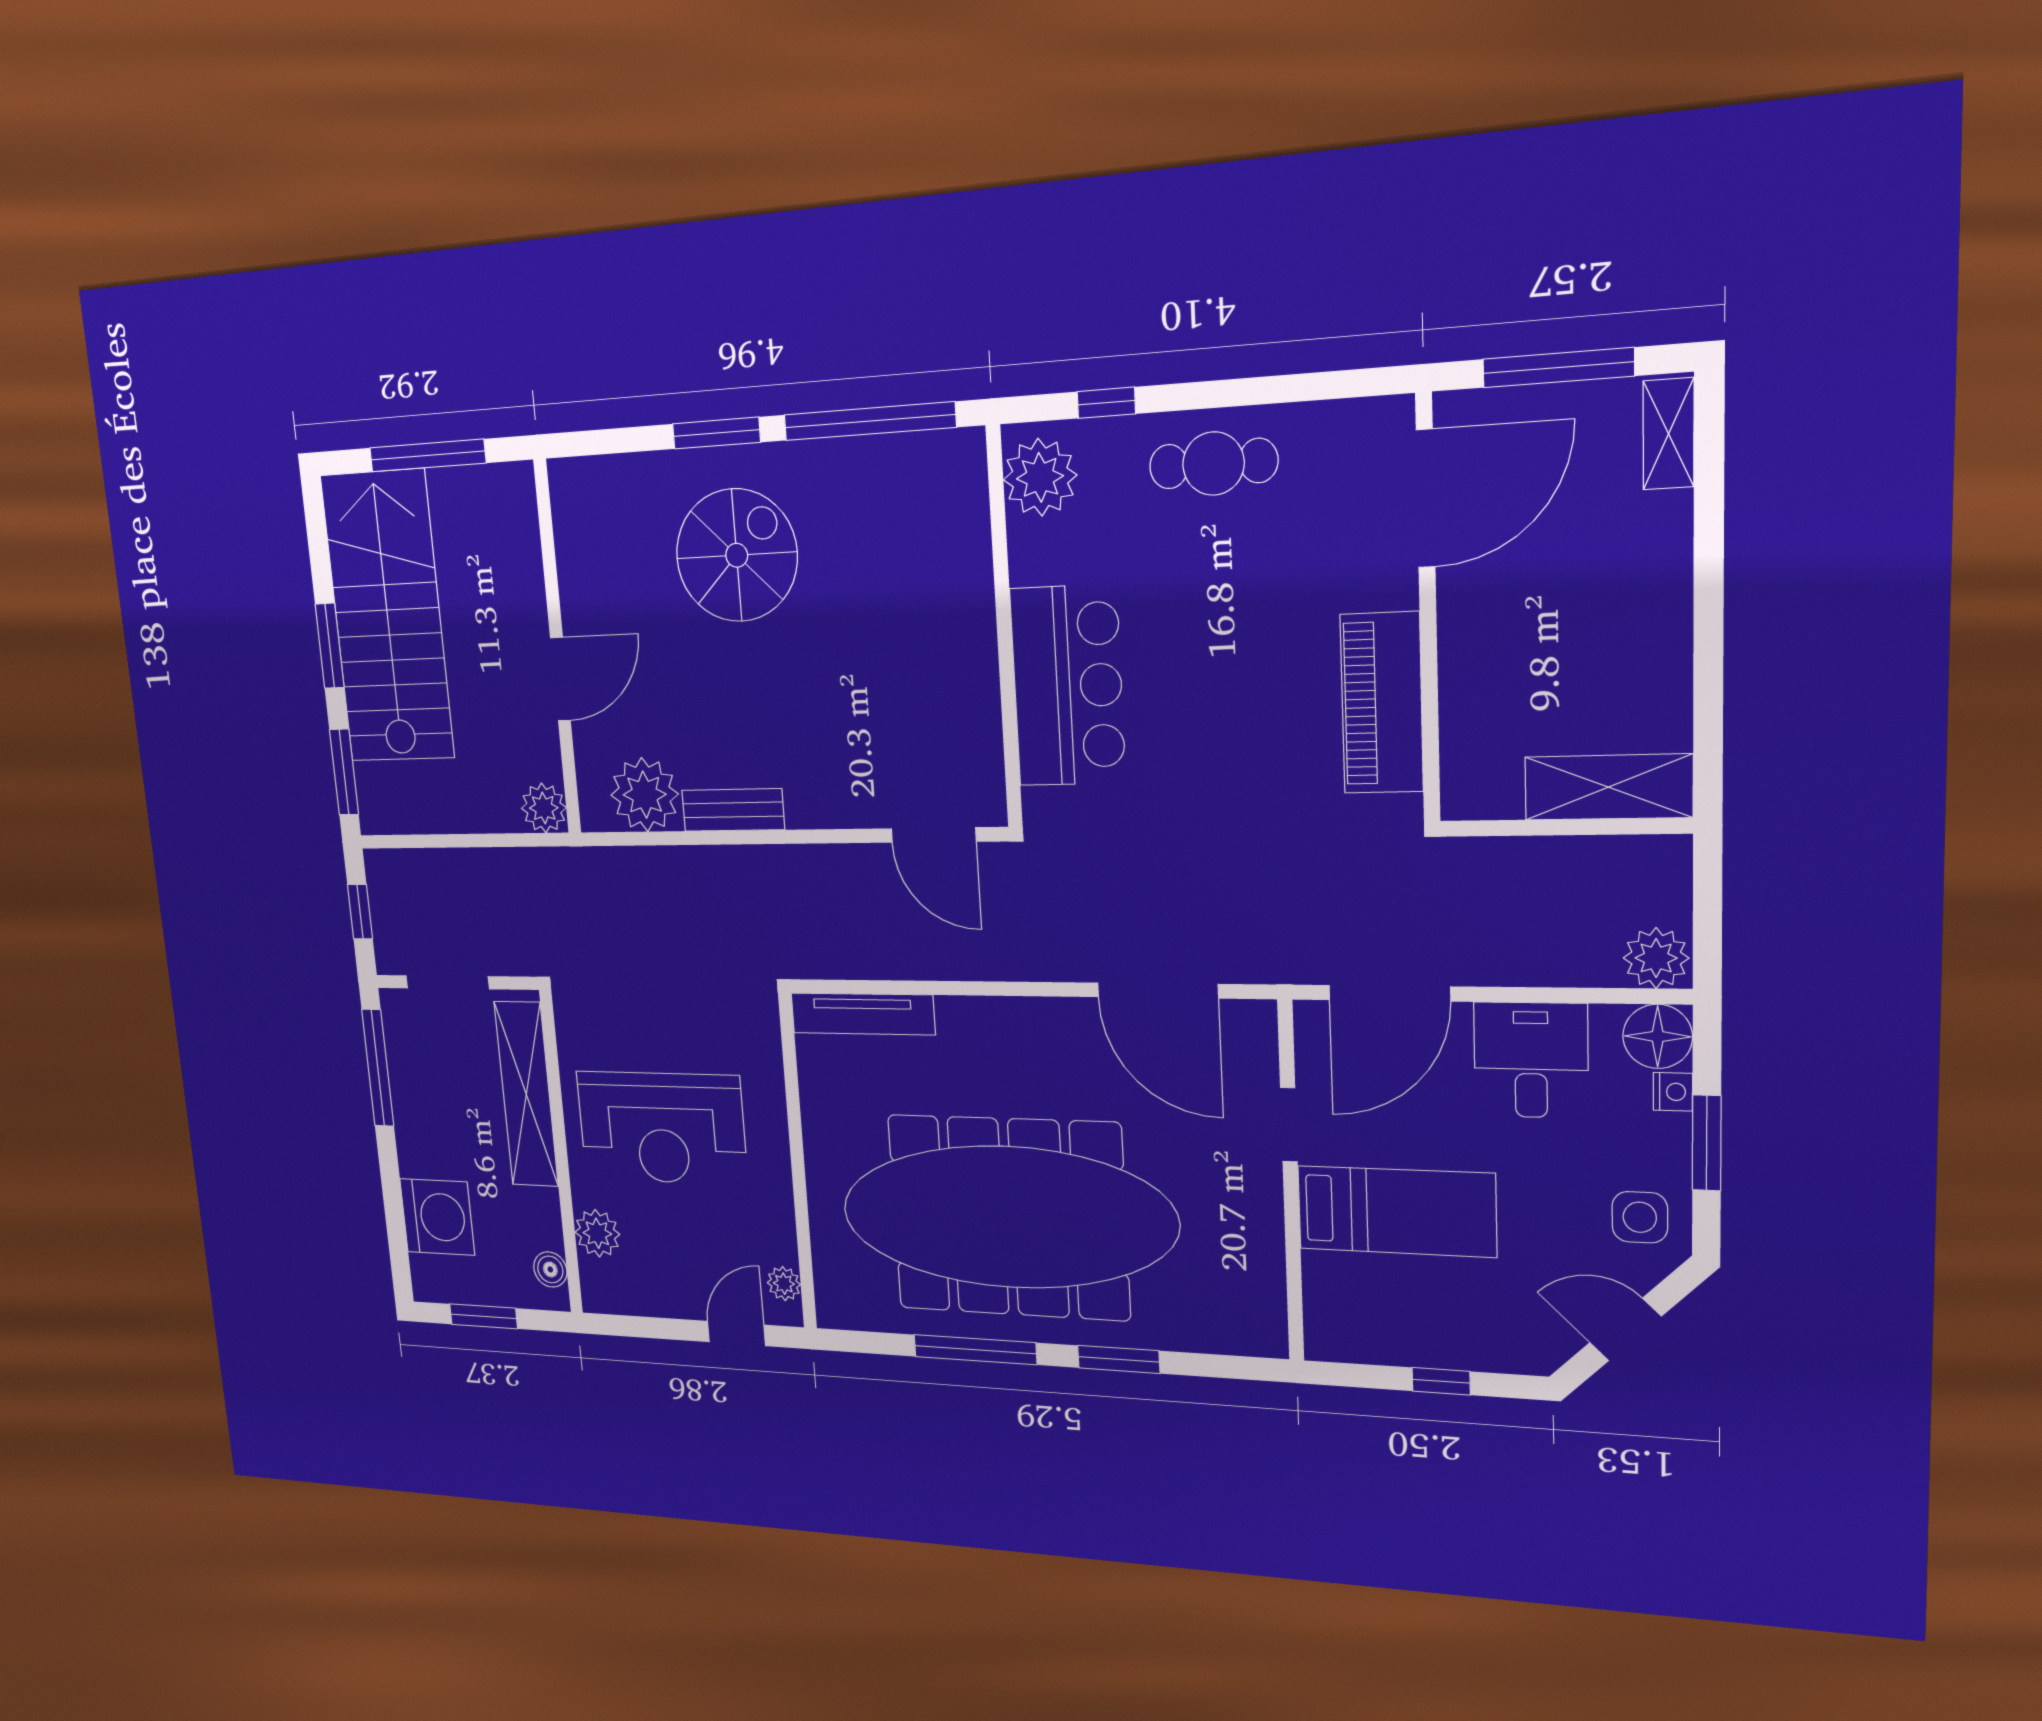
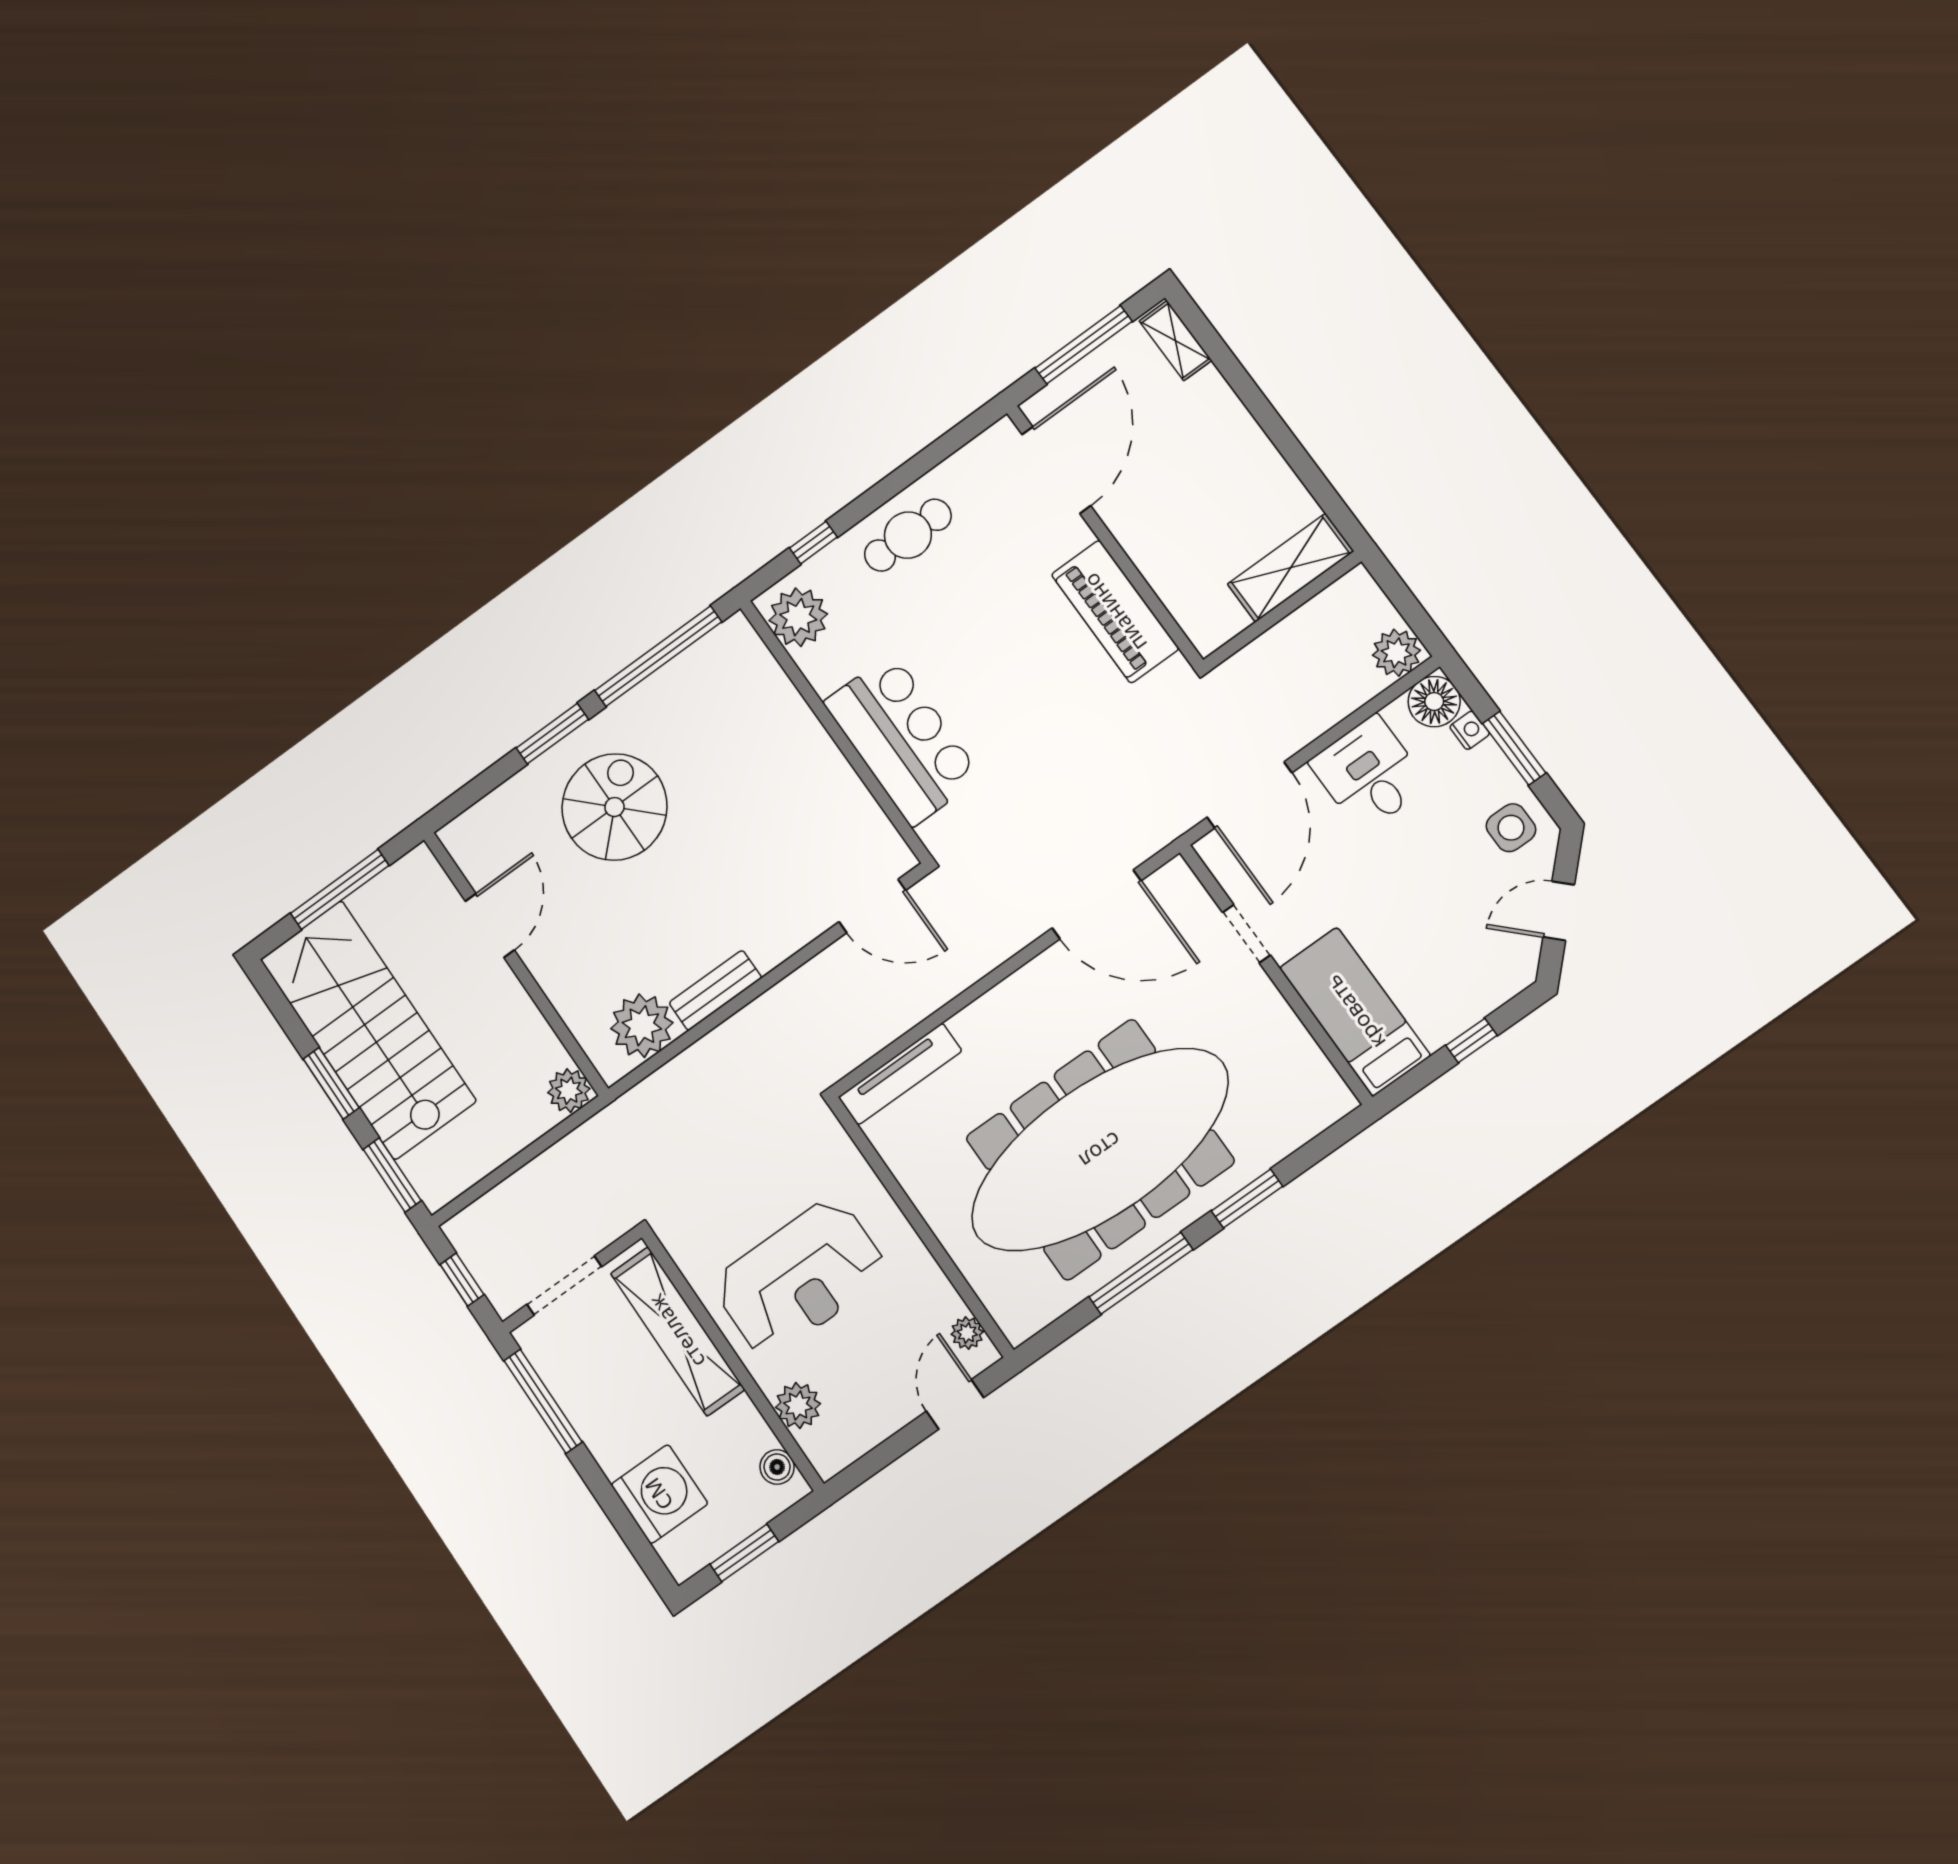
door: (560, 679) -> (490, 926), moved
bed: (1396, 1211) -> (1355, 1012), moved, turned -90

